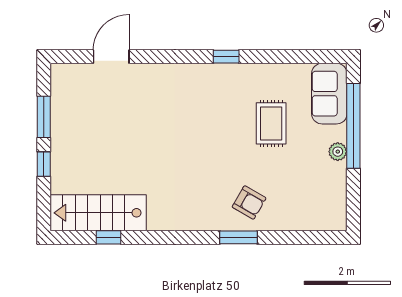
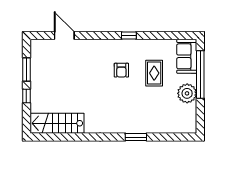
door: (111, 57) -> (64, 36), hinge flipped
plant: (338, 152) -> (187, 93), width x1.88, depth x1.88
armchair: (249, 203) -> (121, 70), moved, turned 60
window: (109, 237) -> (63, 137), removed

